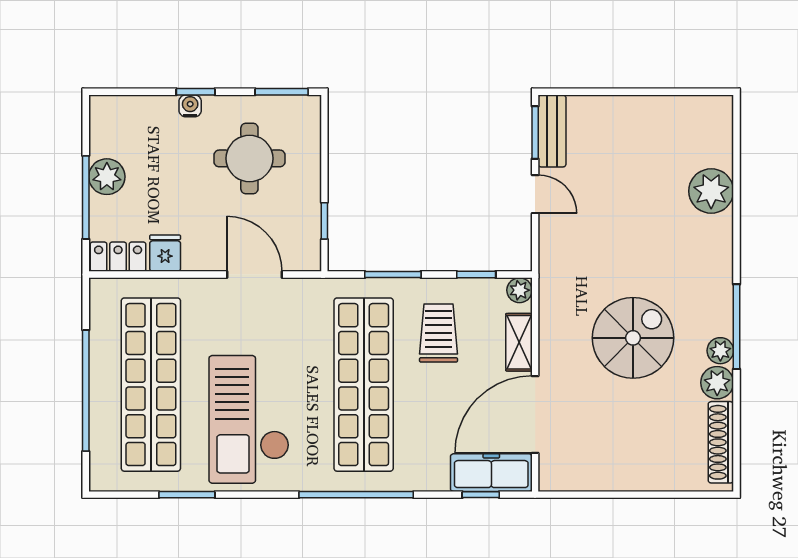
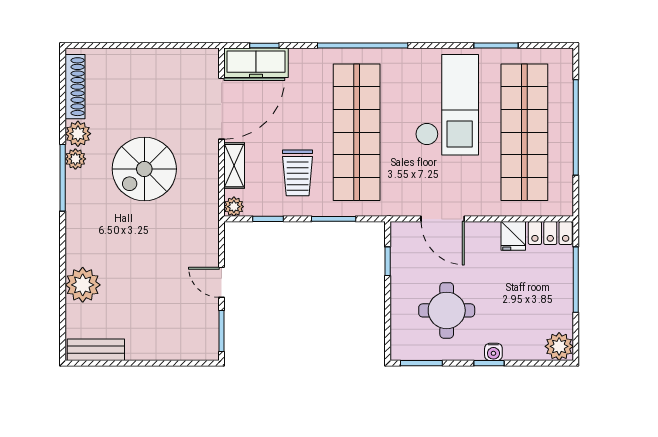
bench: (552, 131) -> (96, 350), moved, turned 90
plant: (107, 177) -> (559, 346), moved

